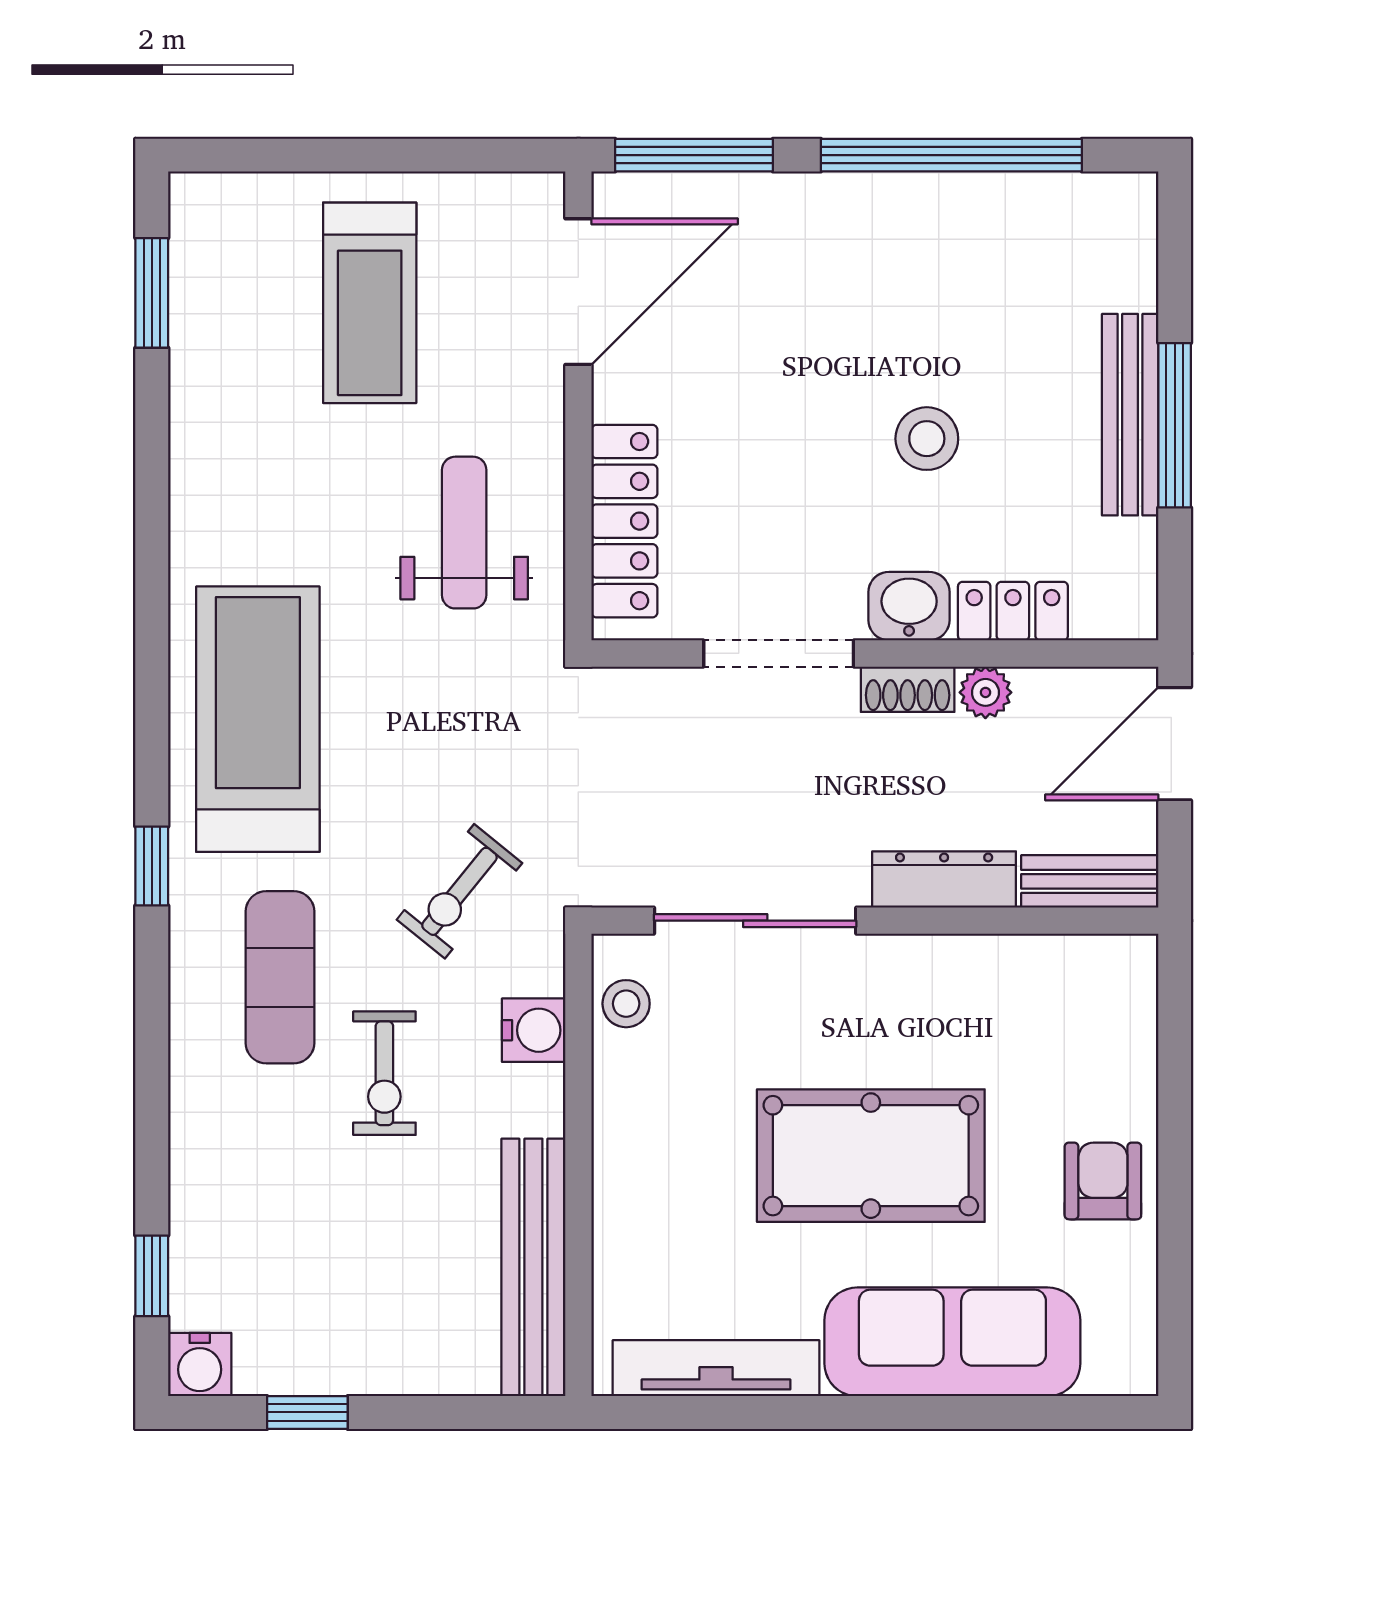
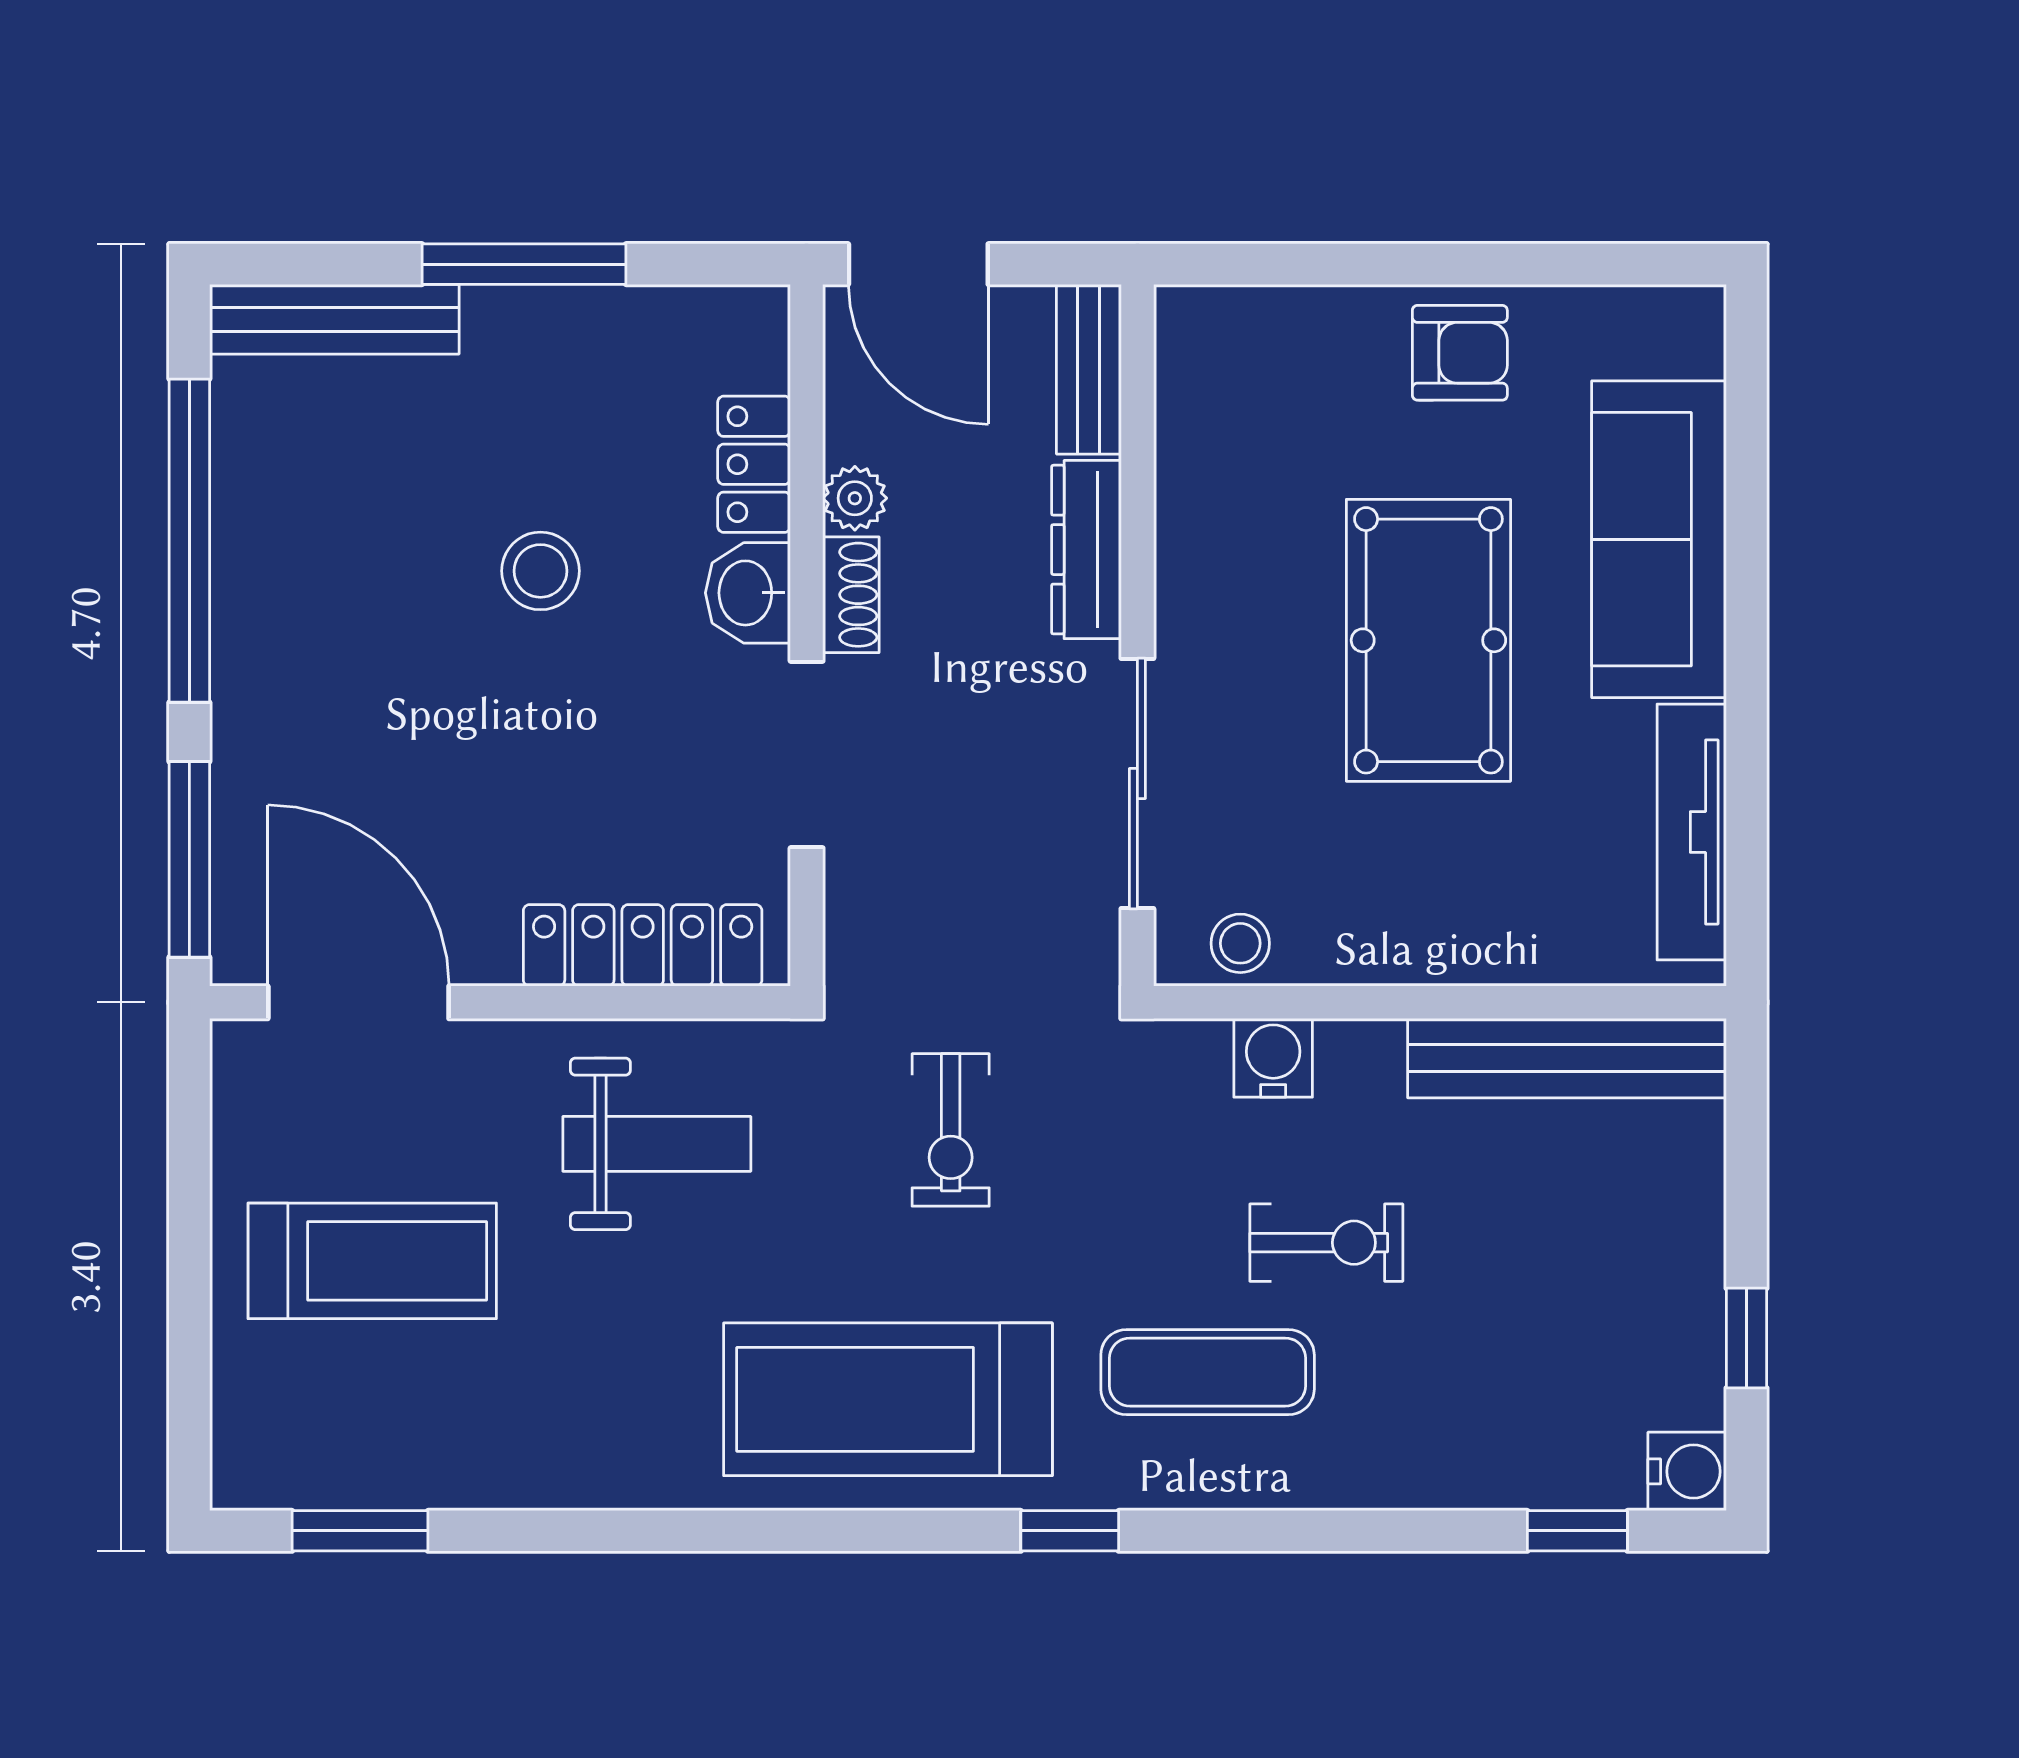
bench: (1130, 415) -> (334, 319), moved
weight bench: (464, 533) -> (657, 1144), turned 180
exercise bike: (459, 891) -> (951, 1130), moved, turned 51
armchair: (1103, 1181) -> (1460, 353), turned 180

